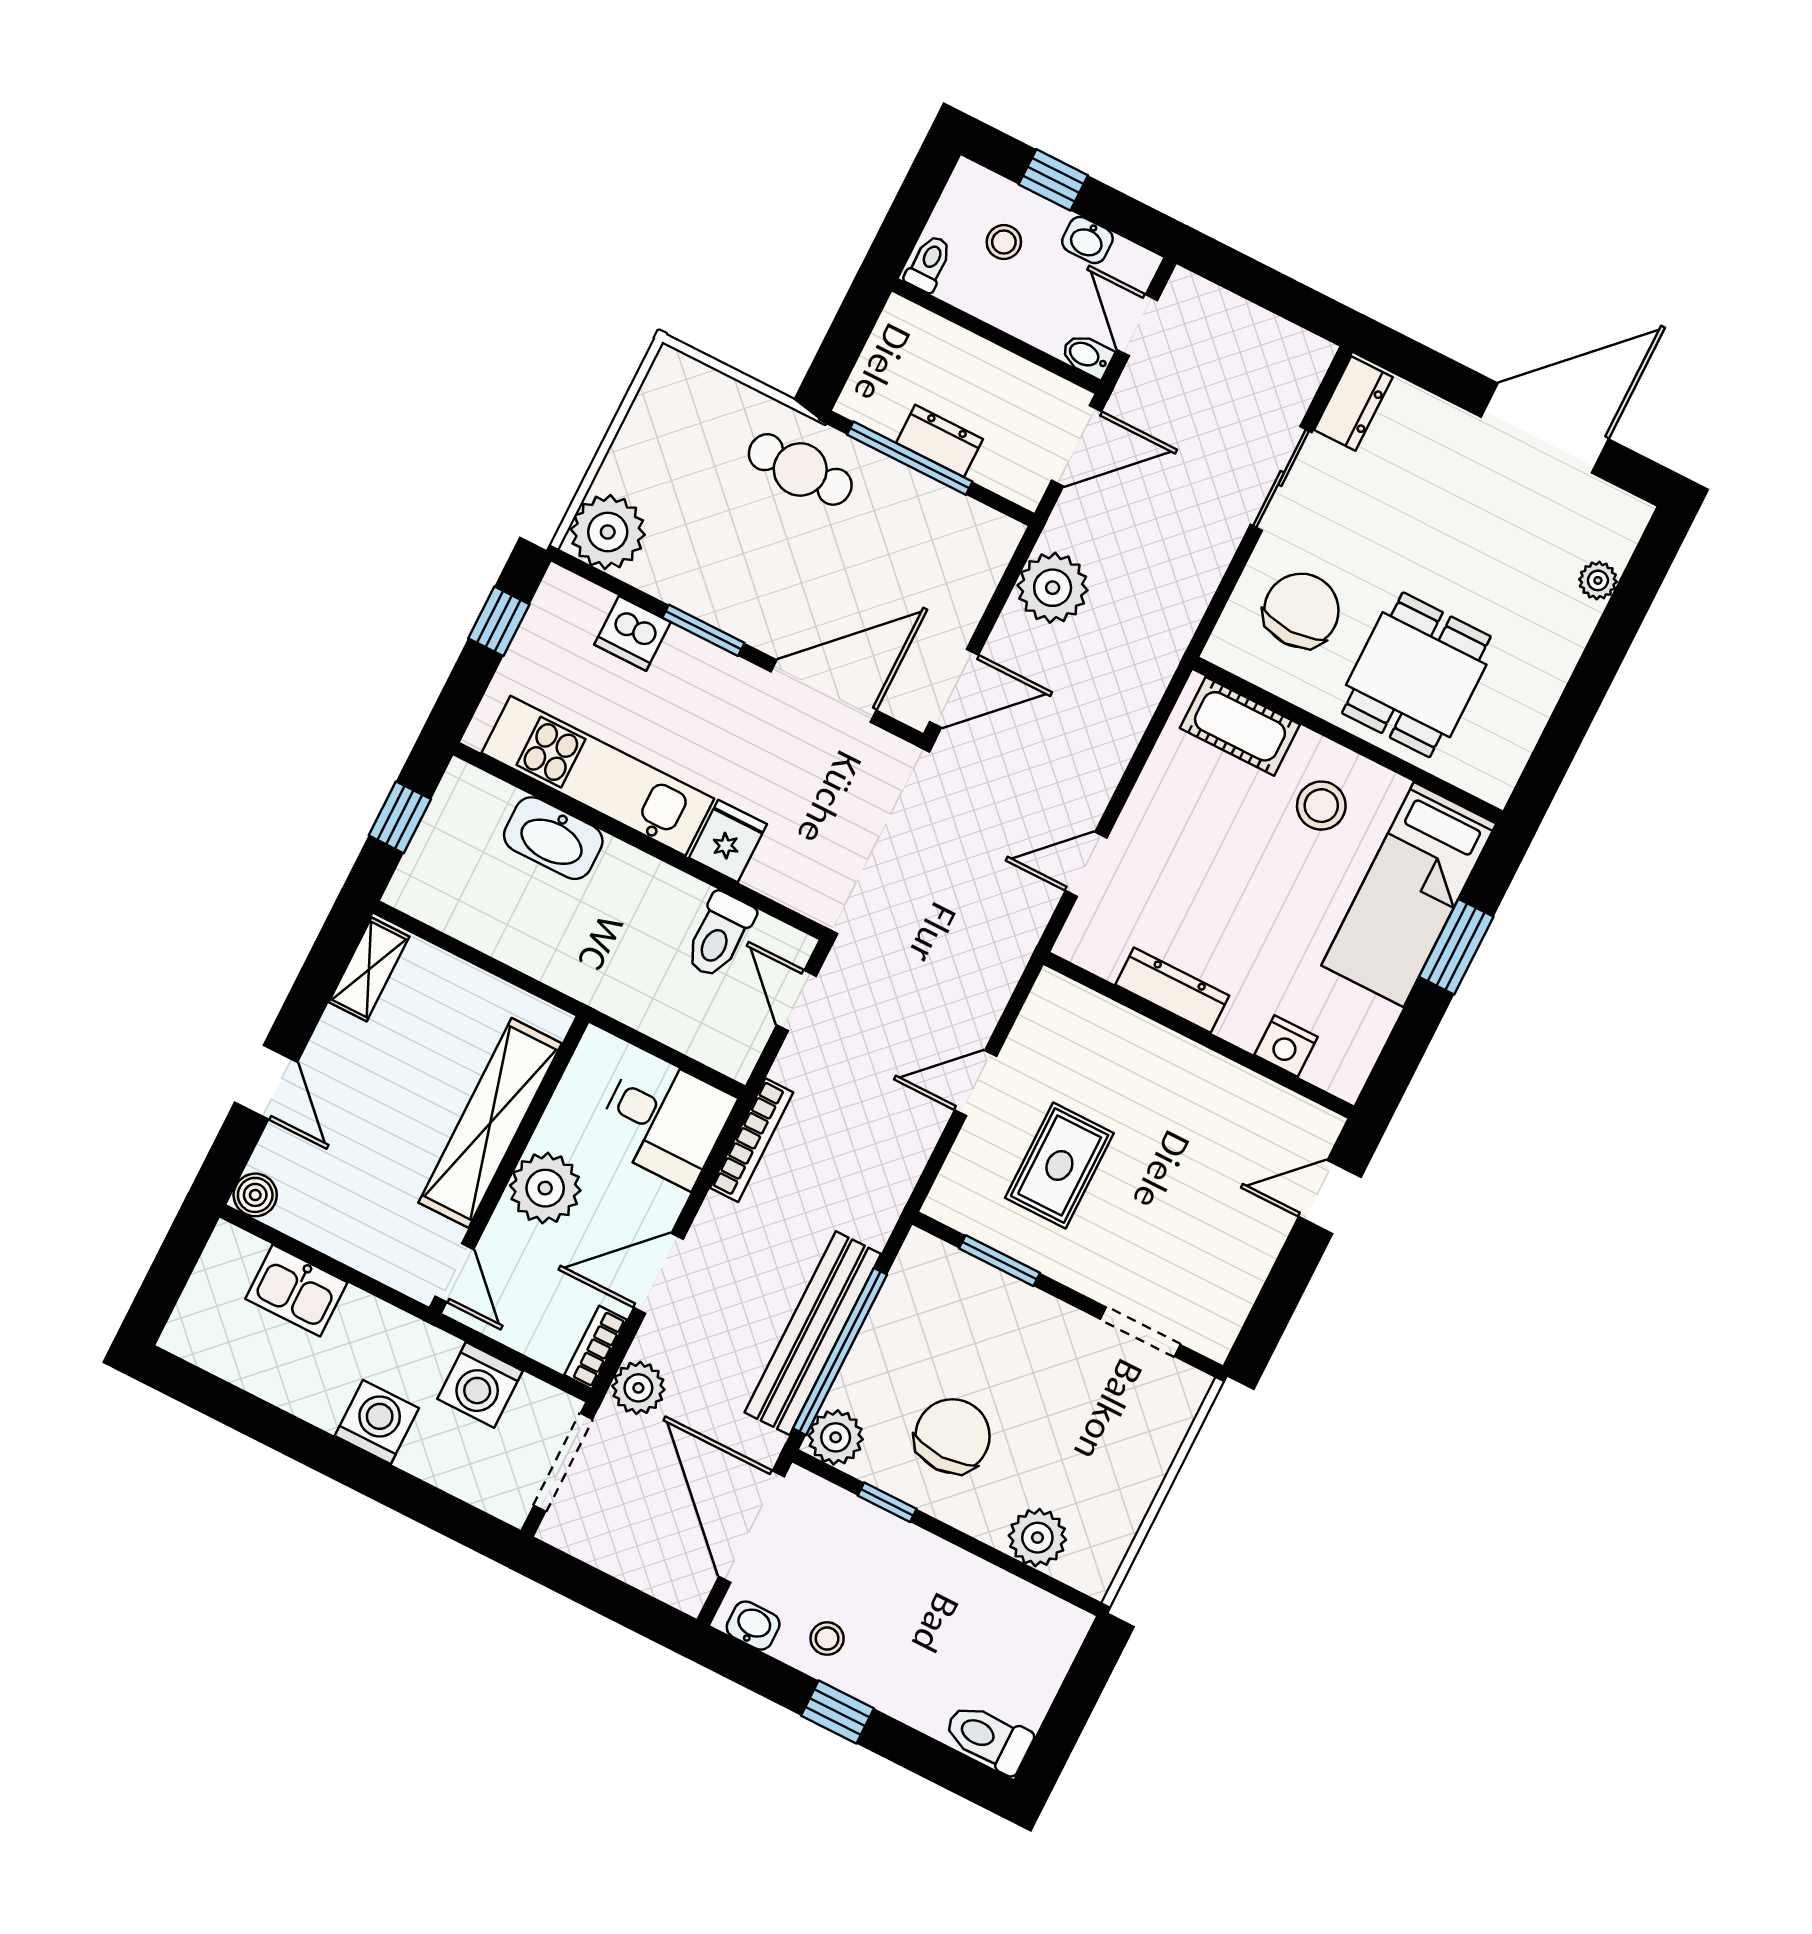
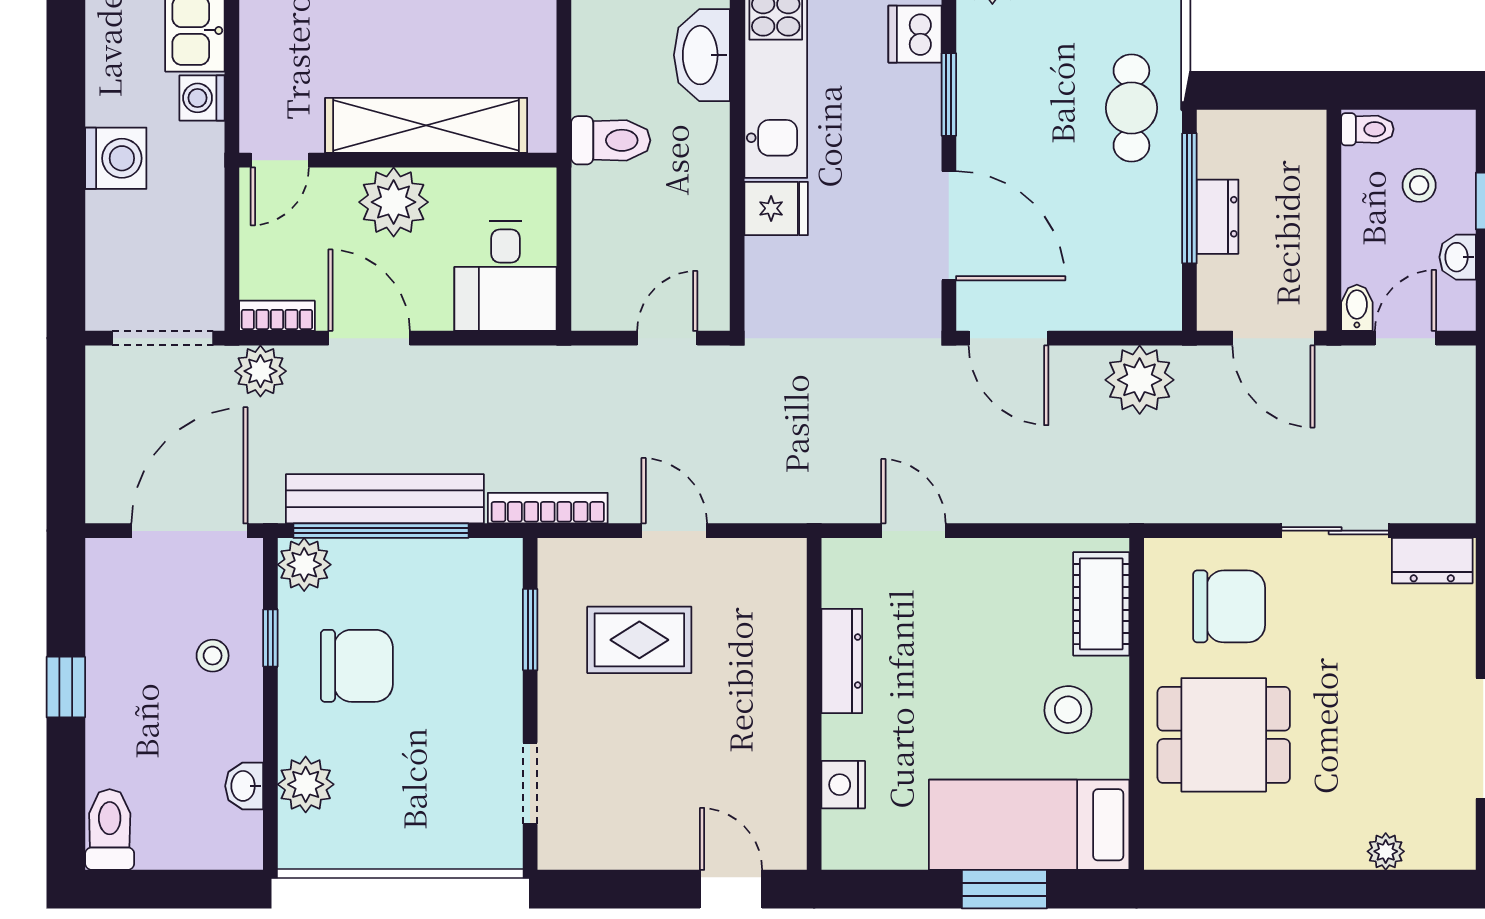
toilet: (719, 935) -> (611, 140), moved, turned 180
bookcase: (752, 1140) -> (548, 508), moved, turned 180
washing machine: (480, 1385) -> (202, 98), moved, width x0.73, depth x0.73
washbasin: (753, 1626) -> (244, 786), moved, turned 180
stool: (827, 1639) -> (213, 656), moved

